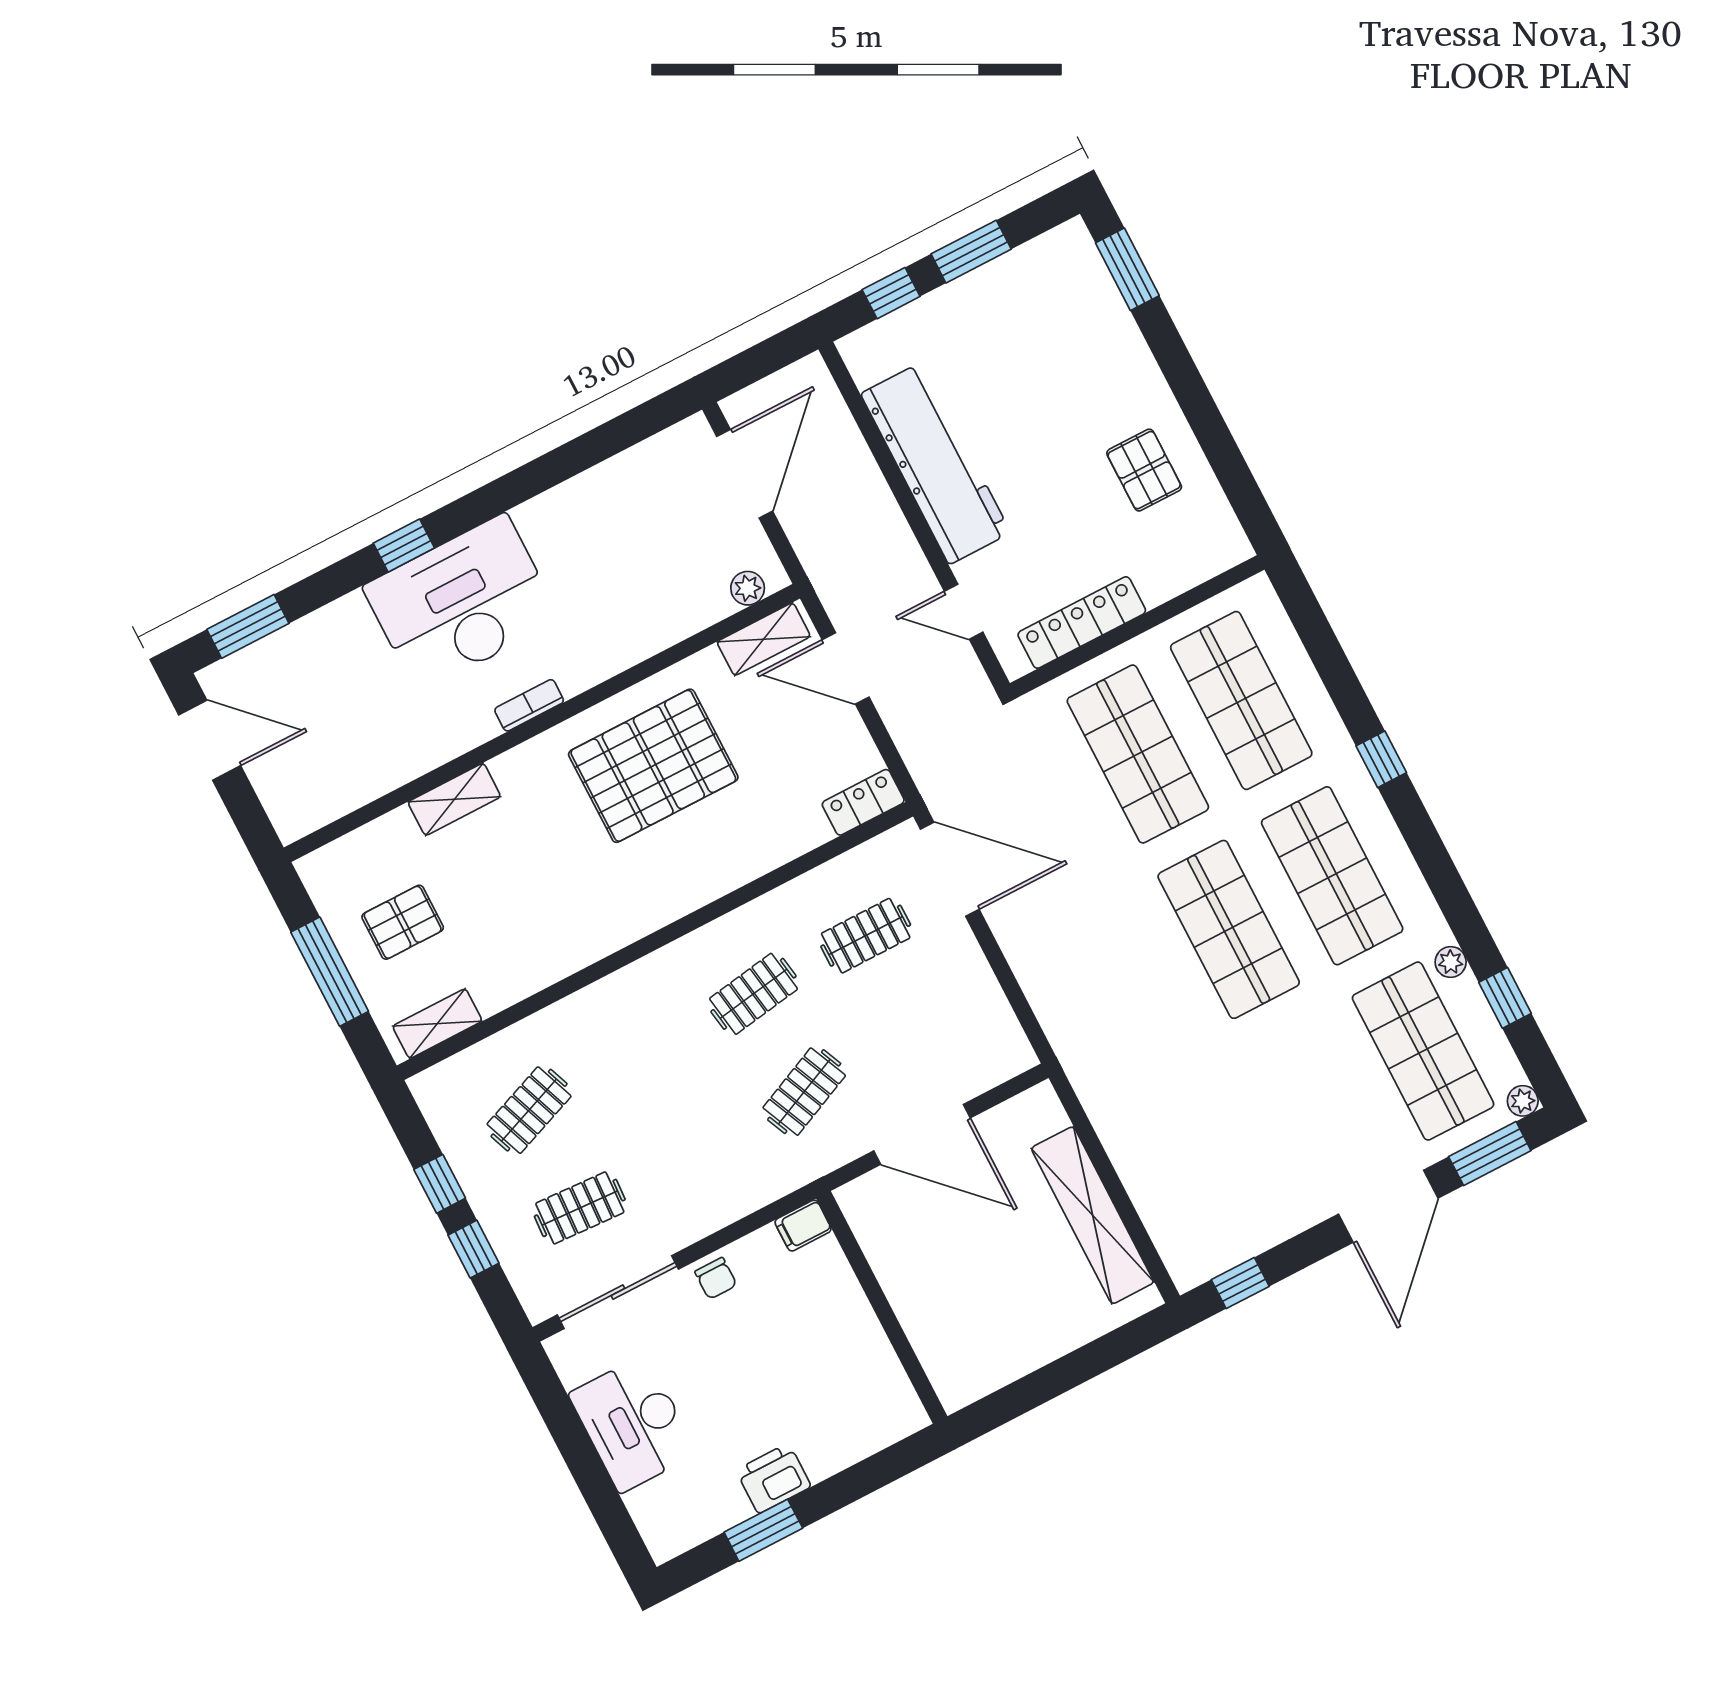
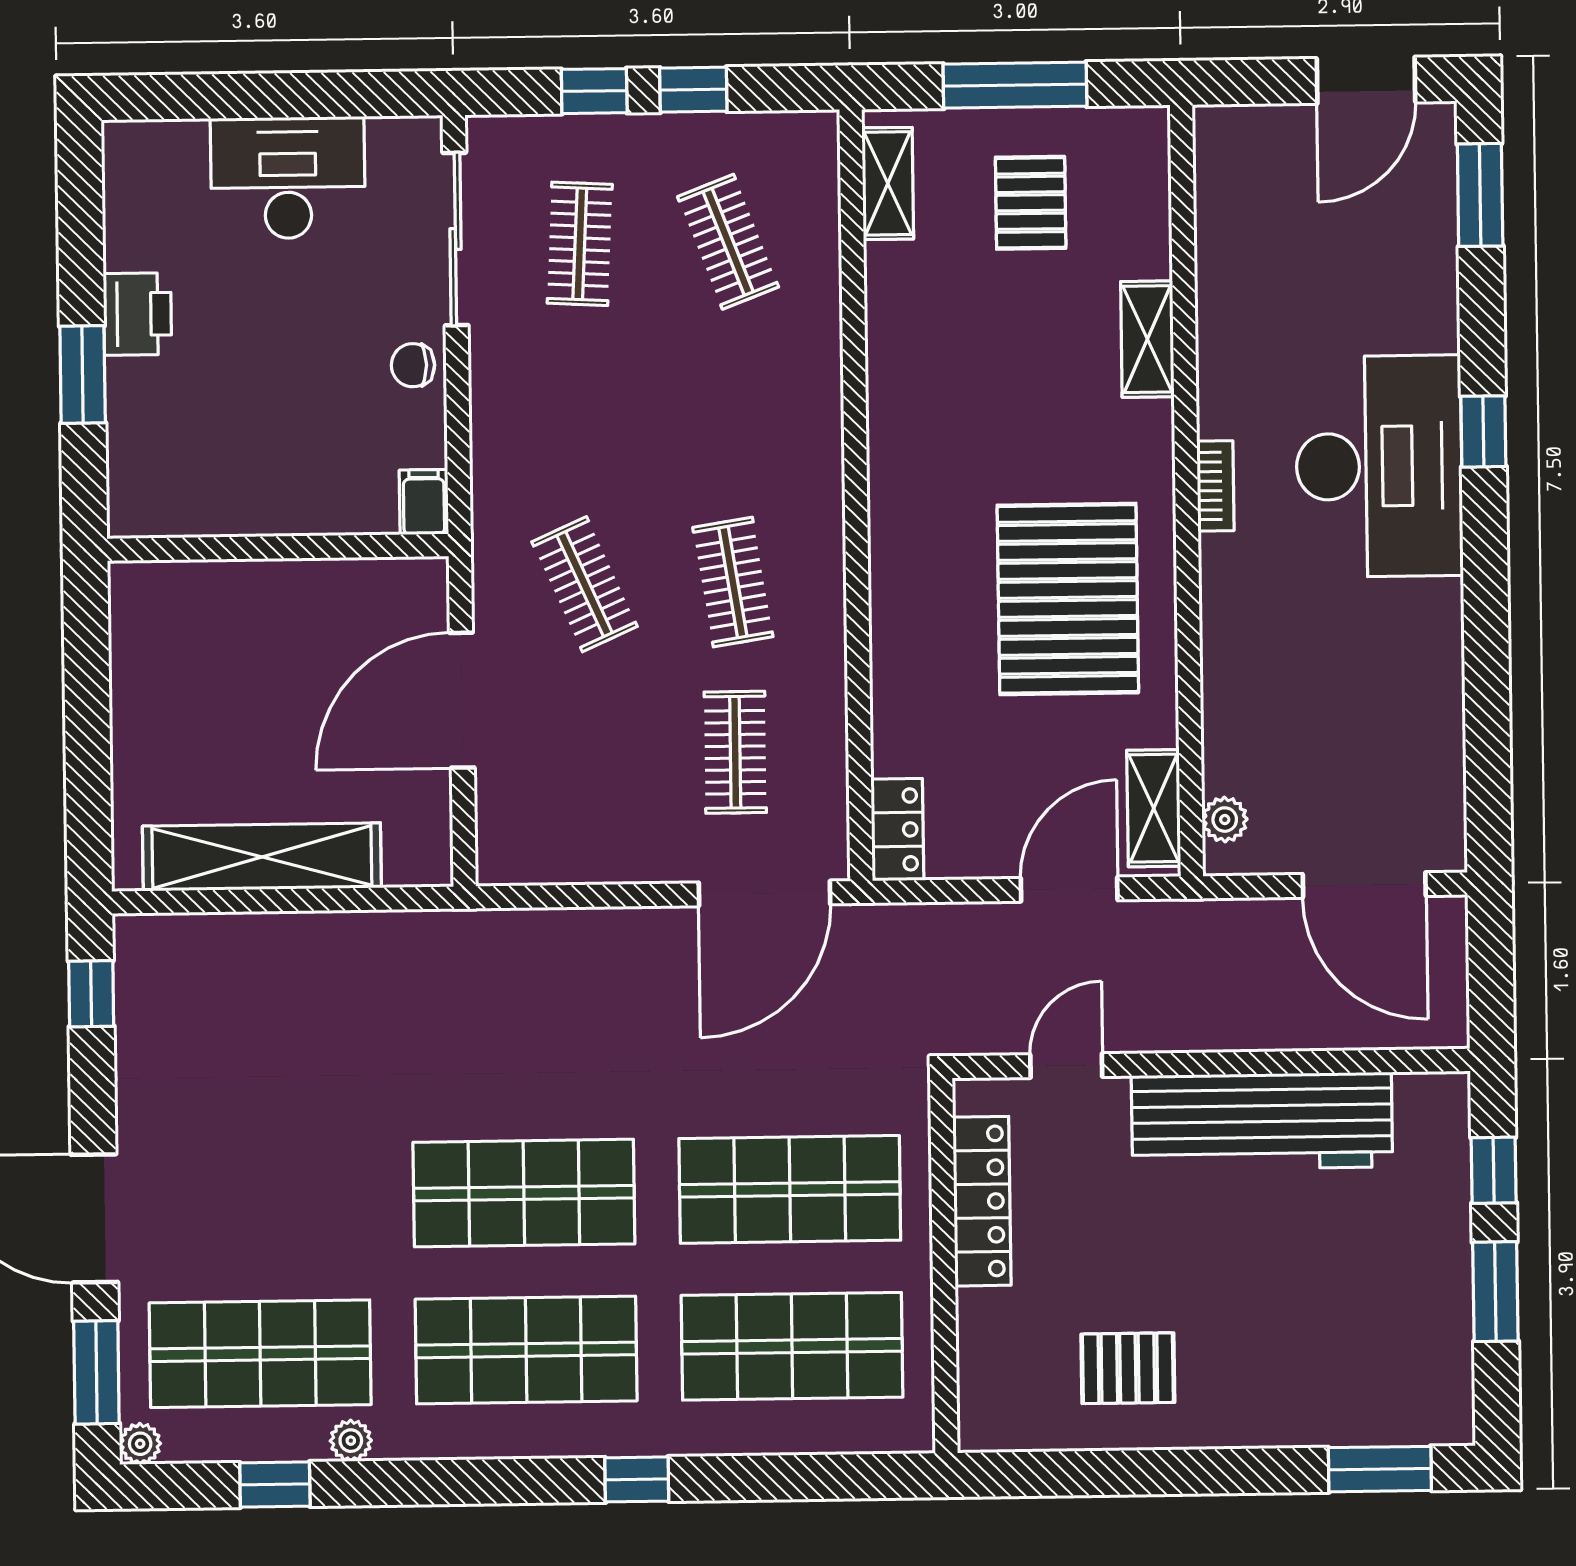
window: (763, 1530) -> (83, 375), moved

